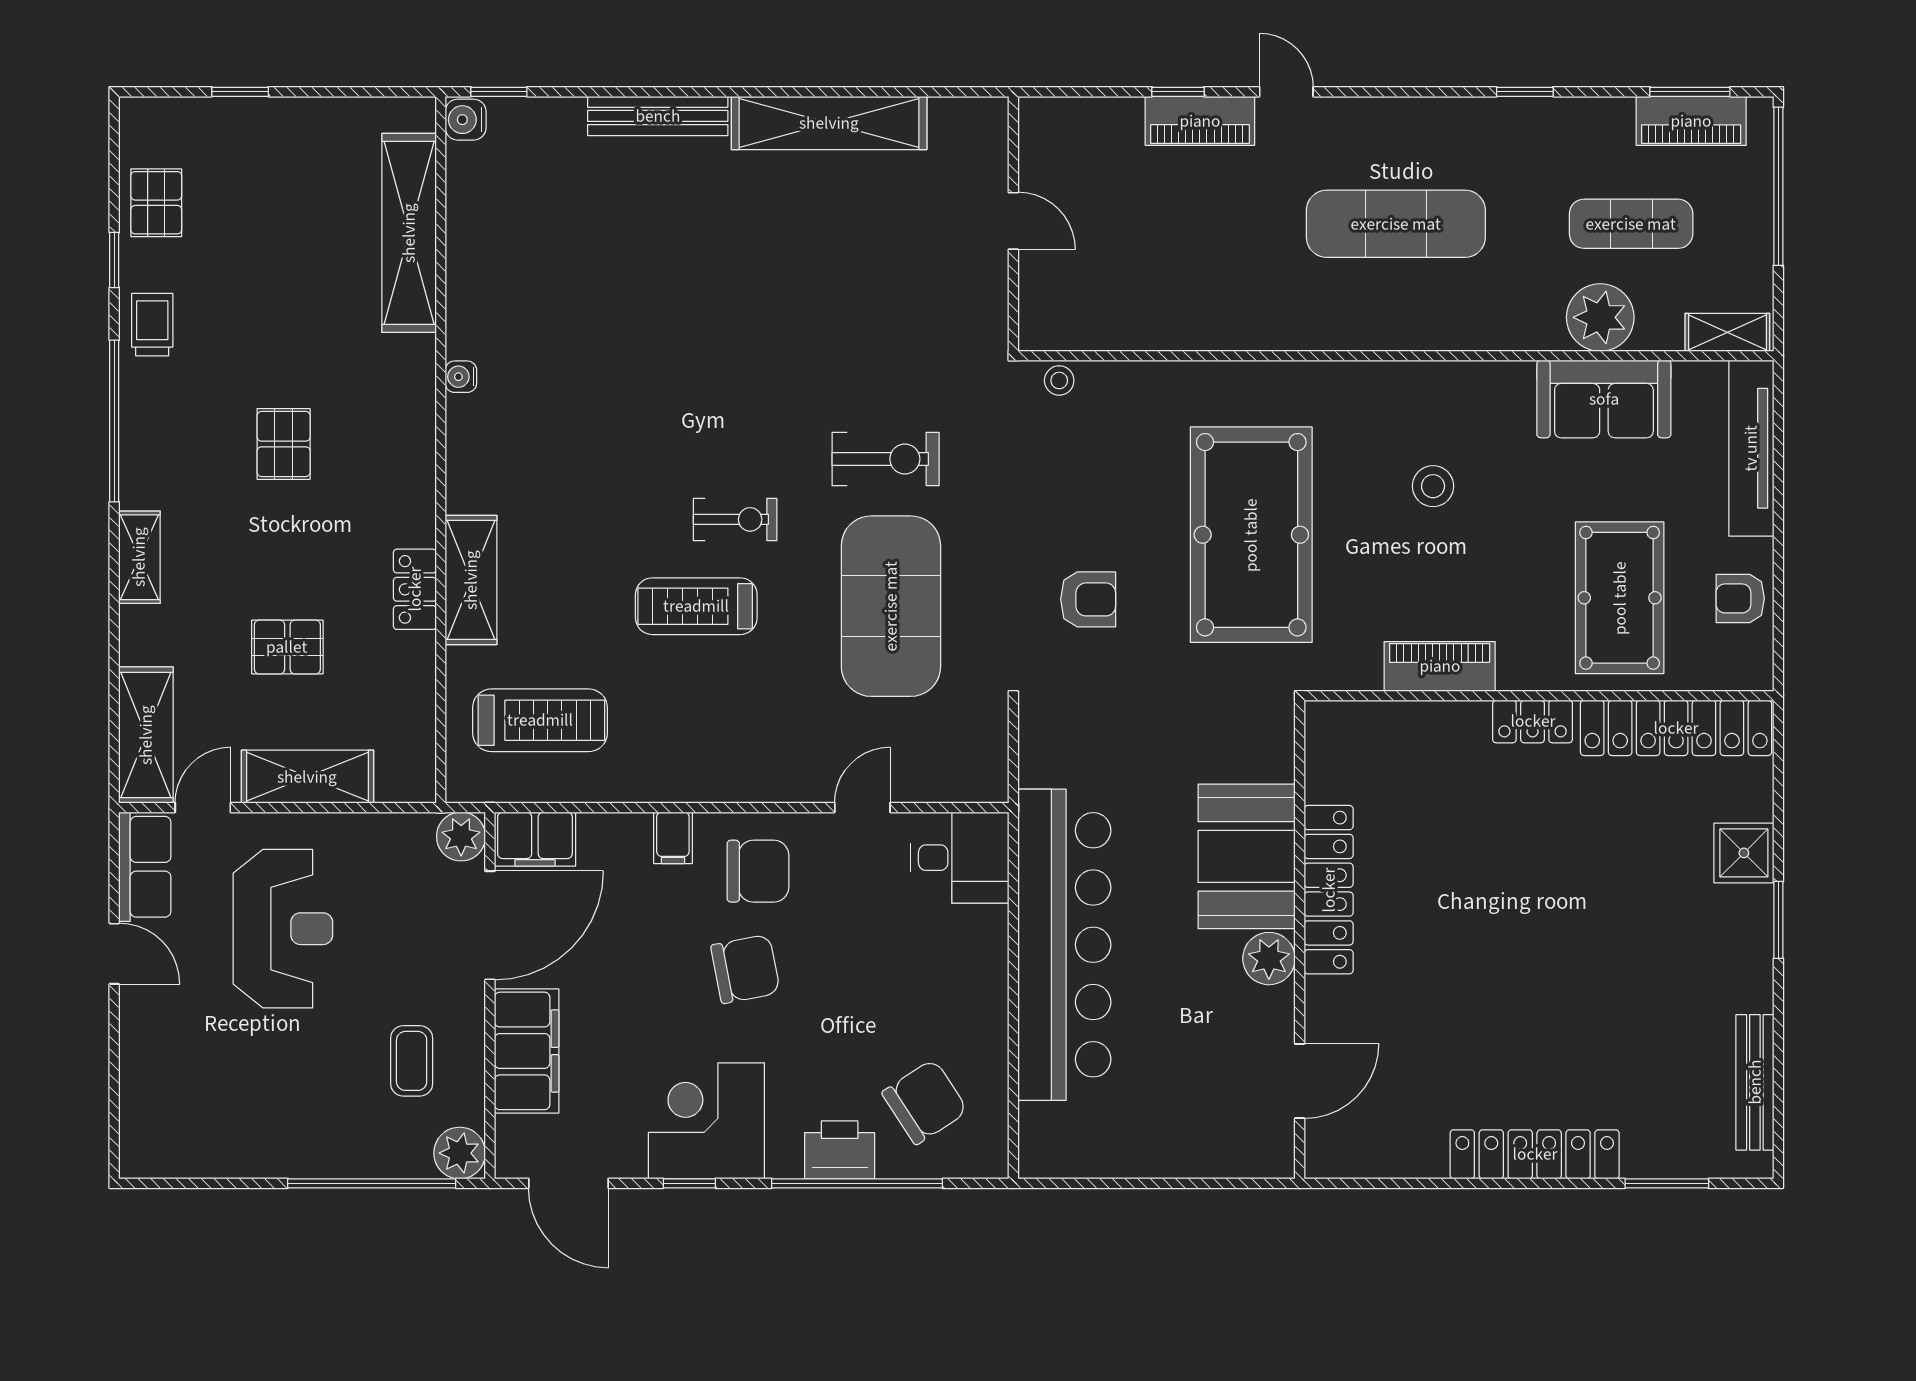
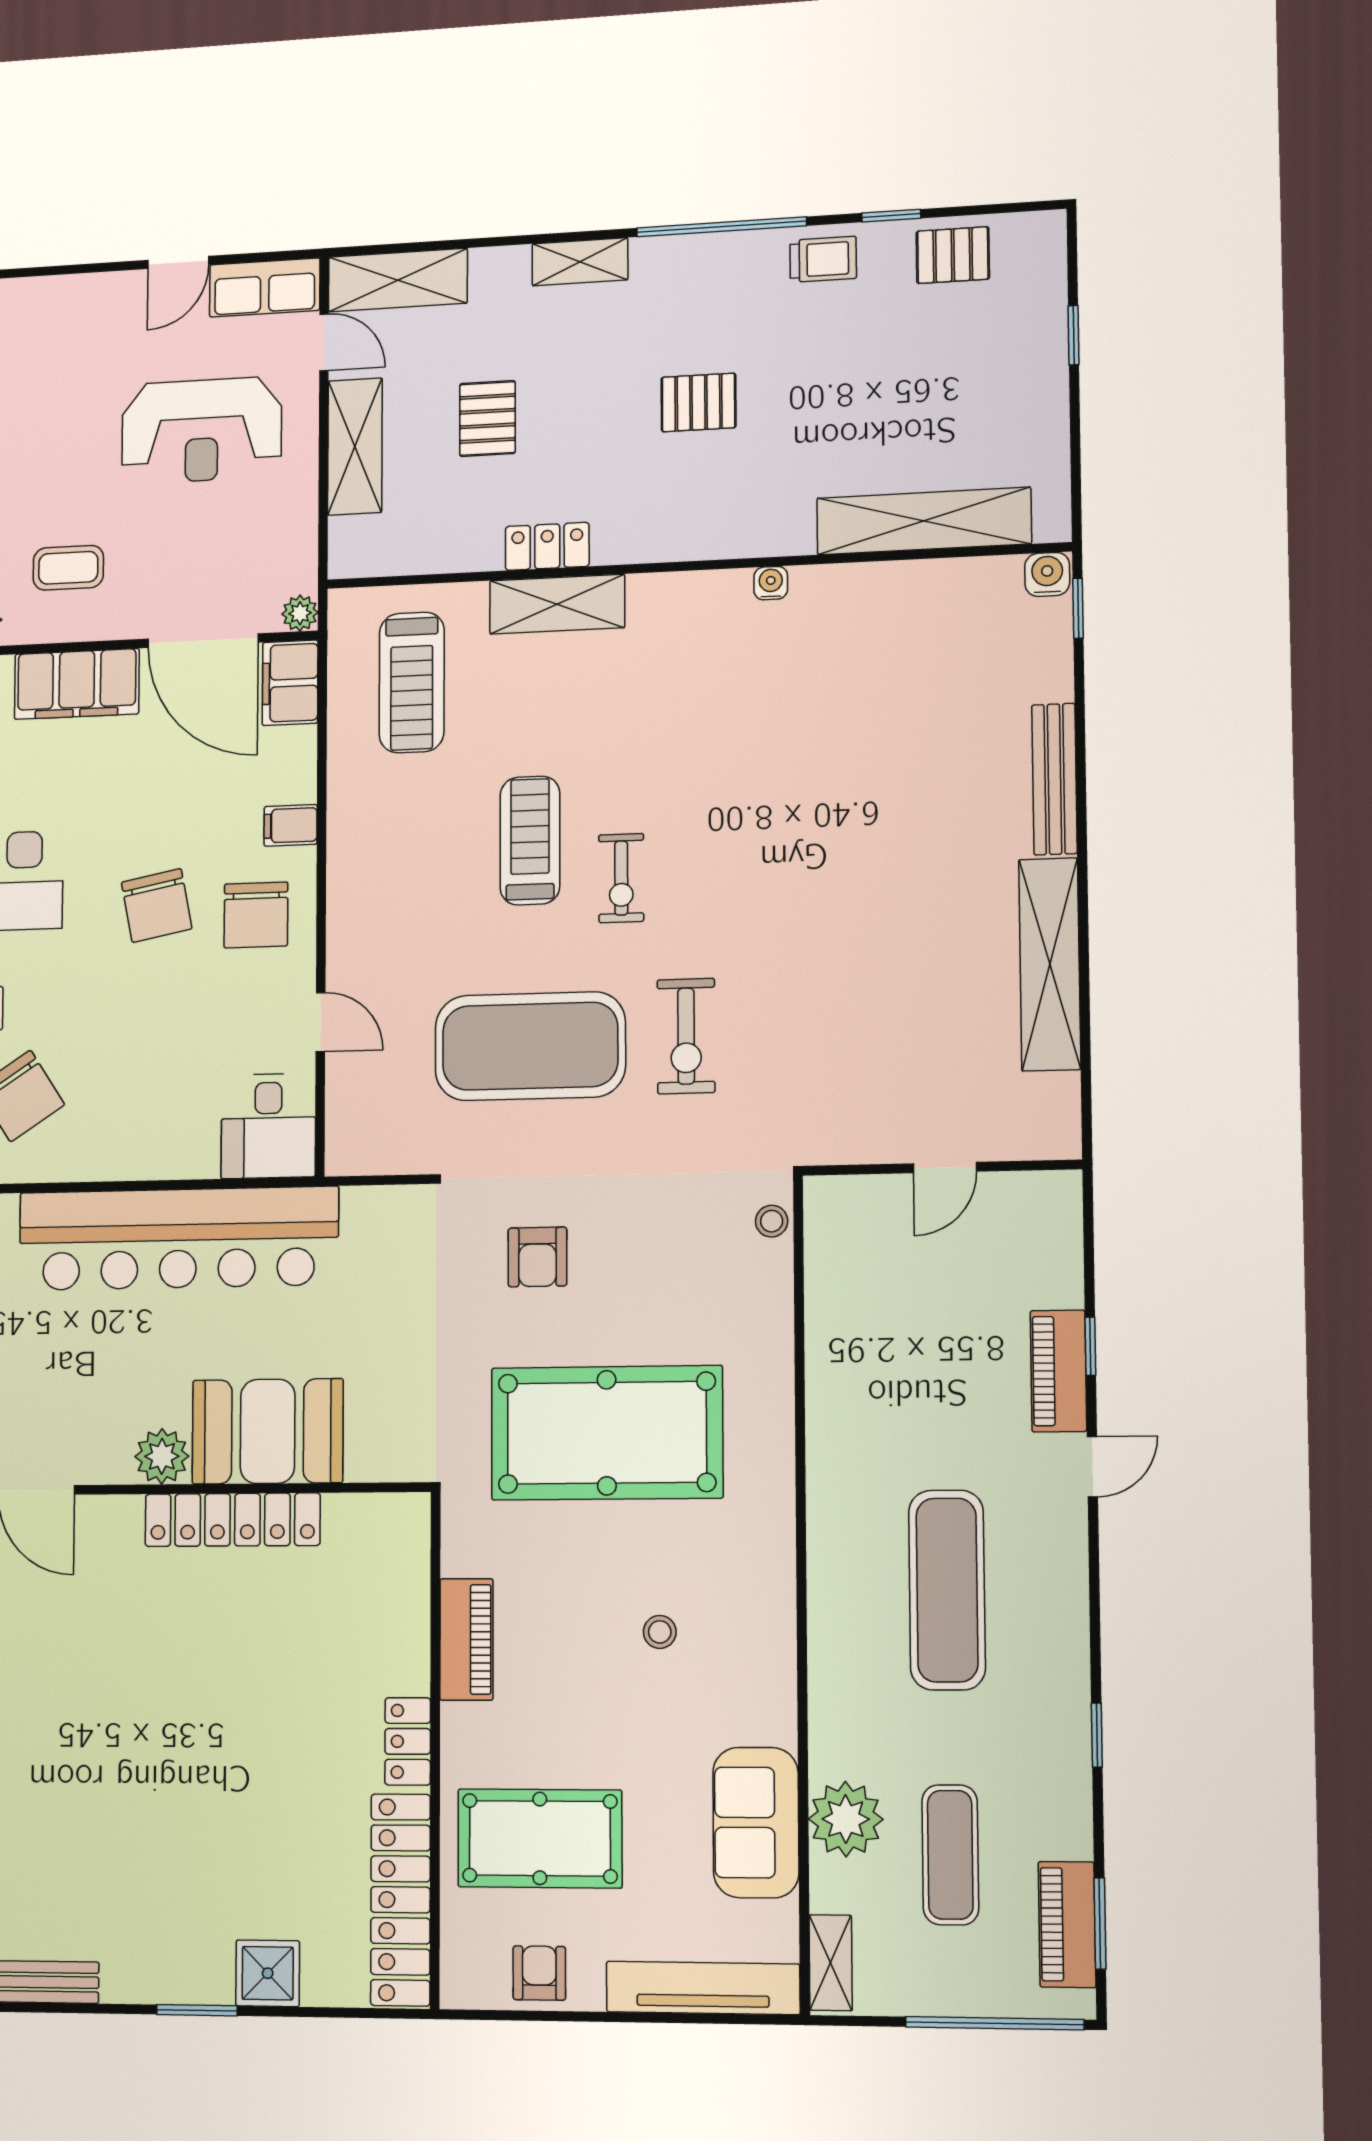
stool: (1433, 486) -> (660, 1632), width x0.73, depth x0.73
plant: (461, 836) -> (300, 613), width x0.73, depth x0.73

